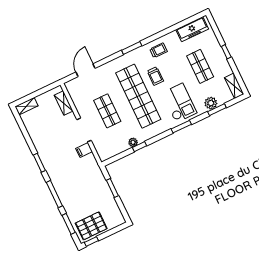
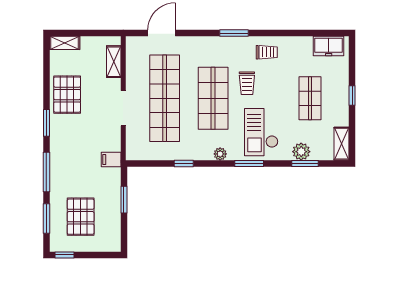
freezer: (192, 29) -> (329, 46), width x0.71
shop shelf: (138, 96) -> (213, 98), width x0.71
checkout: (179, 103) -> (261, 132), turned 180
shop shelf: (107, 111) -> (165, 98), width x2.00, depth x1.36
pallet: (44, 138) -> (67, 95), added
plant: (133, 142) -> (220, 154), moved
filing cabinet: (84, 150) -> (111, 160), moved
pallet: (91, 226) -> (81, 217), moved, turned 90

